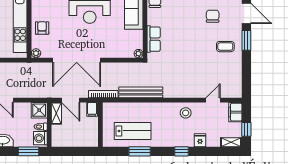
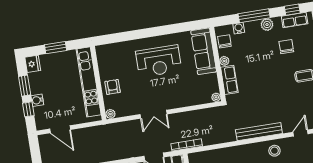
plant: (152, 20) -> (224, 61), added
double door: (77, 60) -> (154, 114), width x0.54
bench: (141, 92) -> (259, 132), moved

